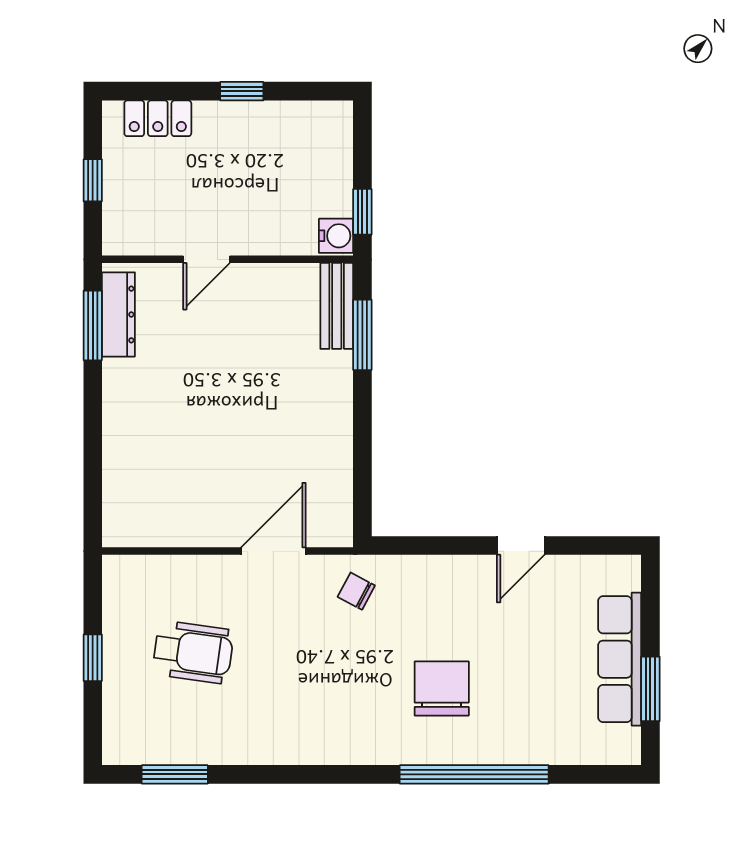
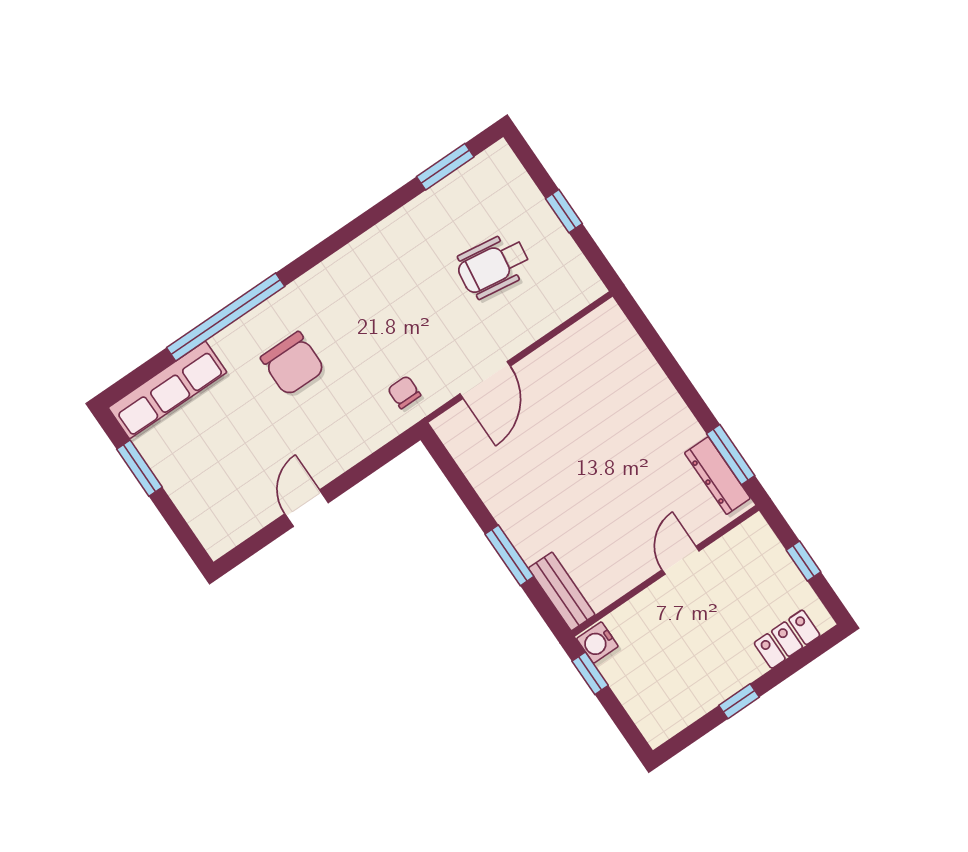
window: (362, 335) -> (509, 555), moved
chair: (356, 591) -> (404, 392), turned -118
row of seats: (620, 659) -> (168, 390), moved, turned 90

